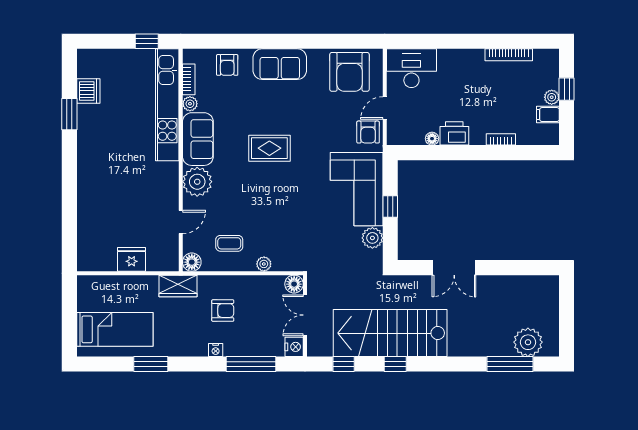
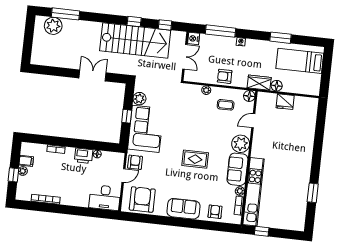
dishwasher: (88, 91) -> (300, 205), removed
floor lamp: (294, 284) -> (277, 86), moved
armchair: (223, 311) -> (225, 76), moved

